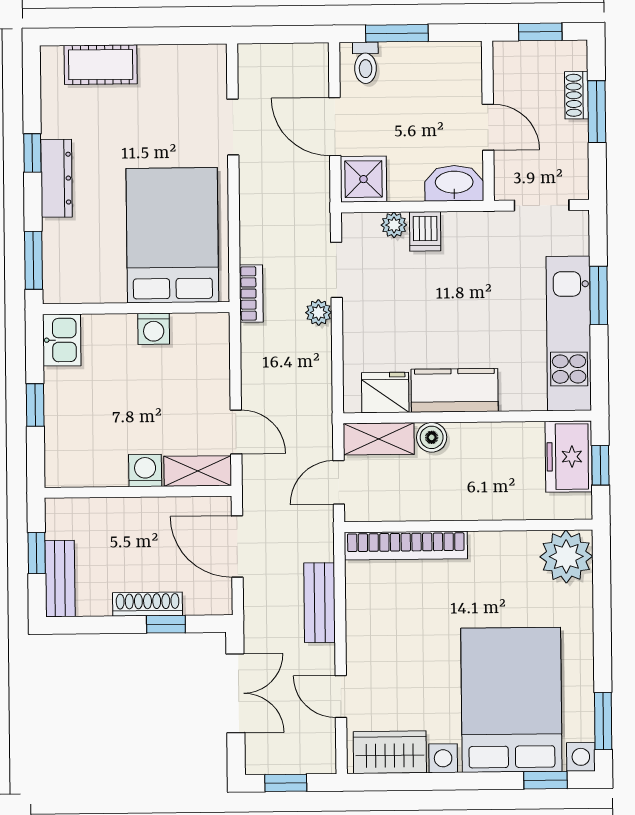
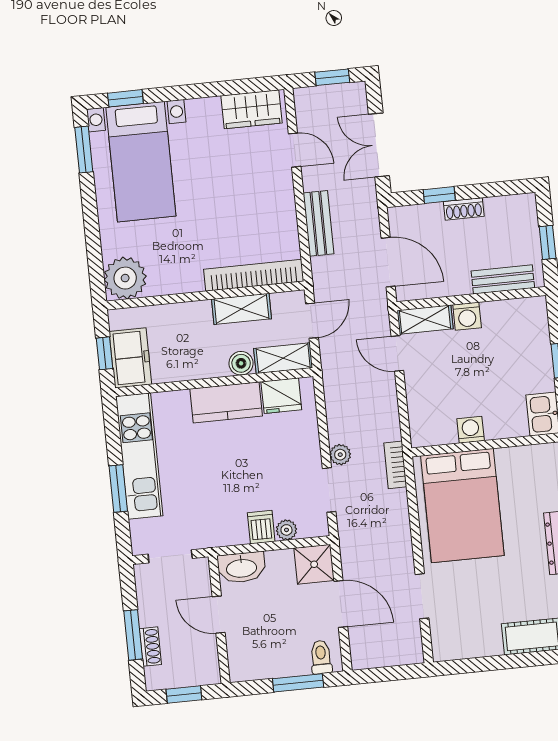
shelving: (425, 505) -> (241, 309), added
bench: (60, 579) -> (503, 279), moved, turned 90
shoe rack: (148, 604) -> (464, 209), width x0.70
bed with nightstands: (511, 700) -> (141, 162), width x0.73

